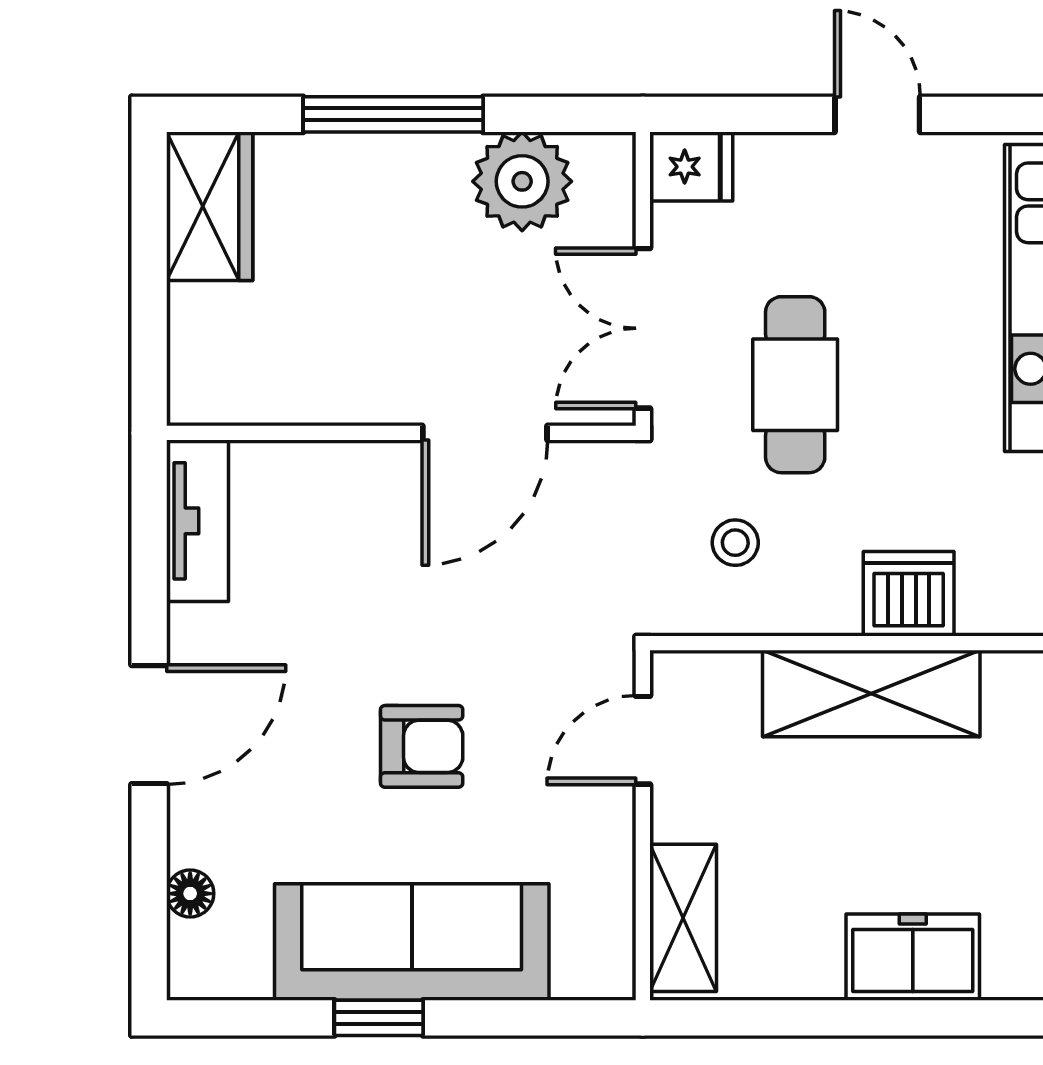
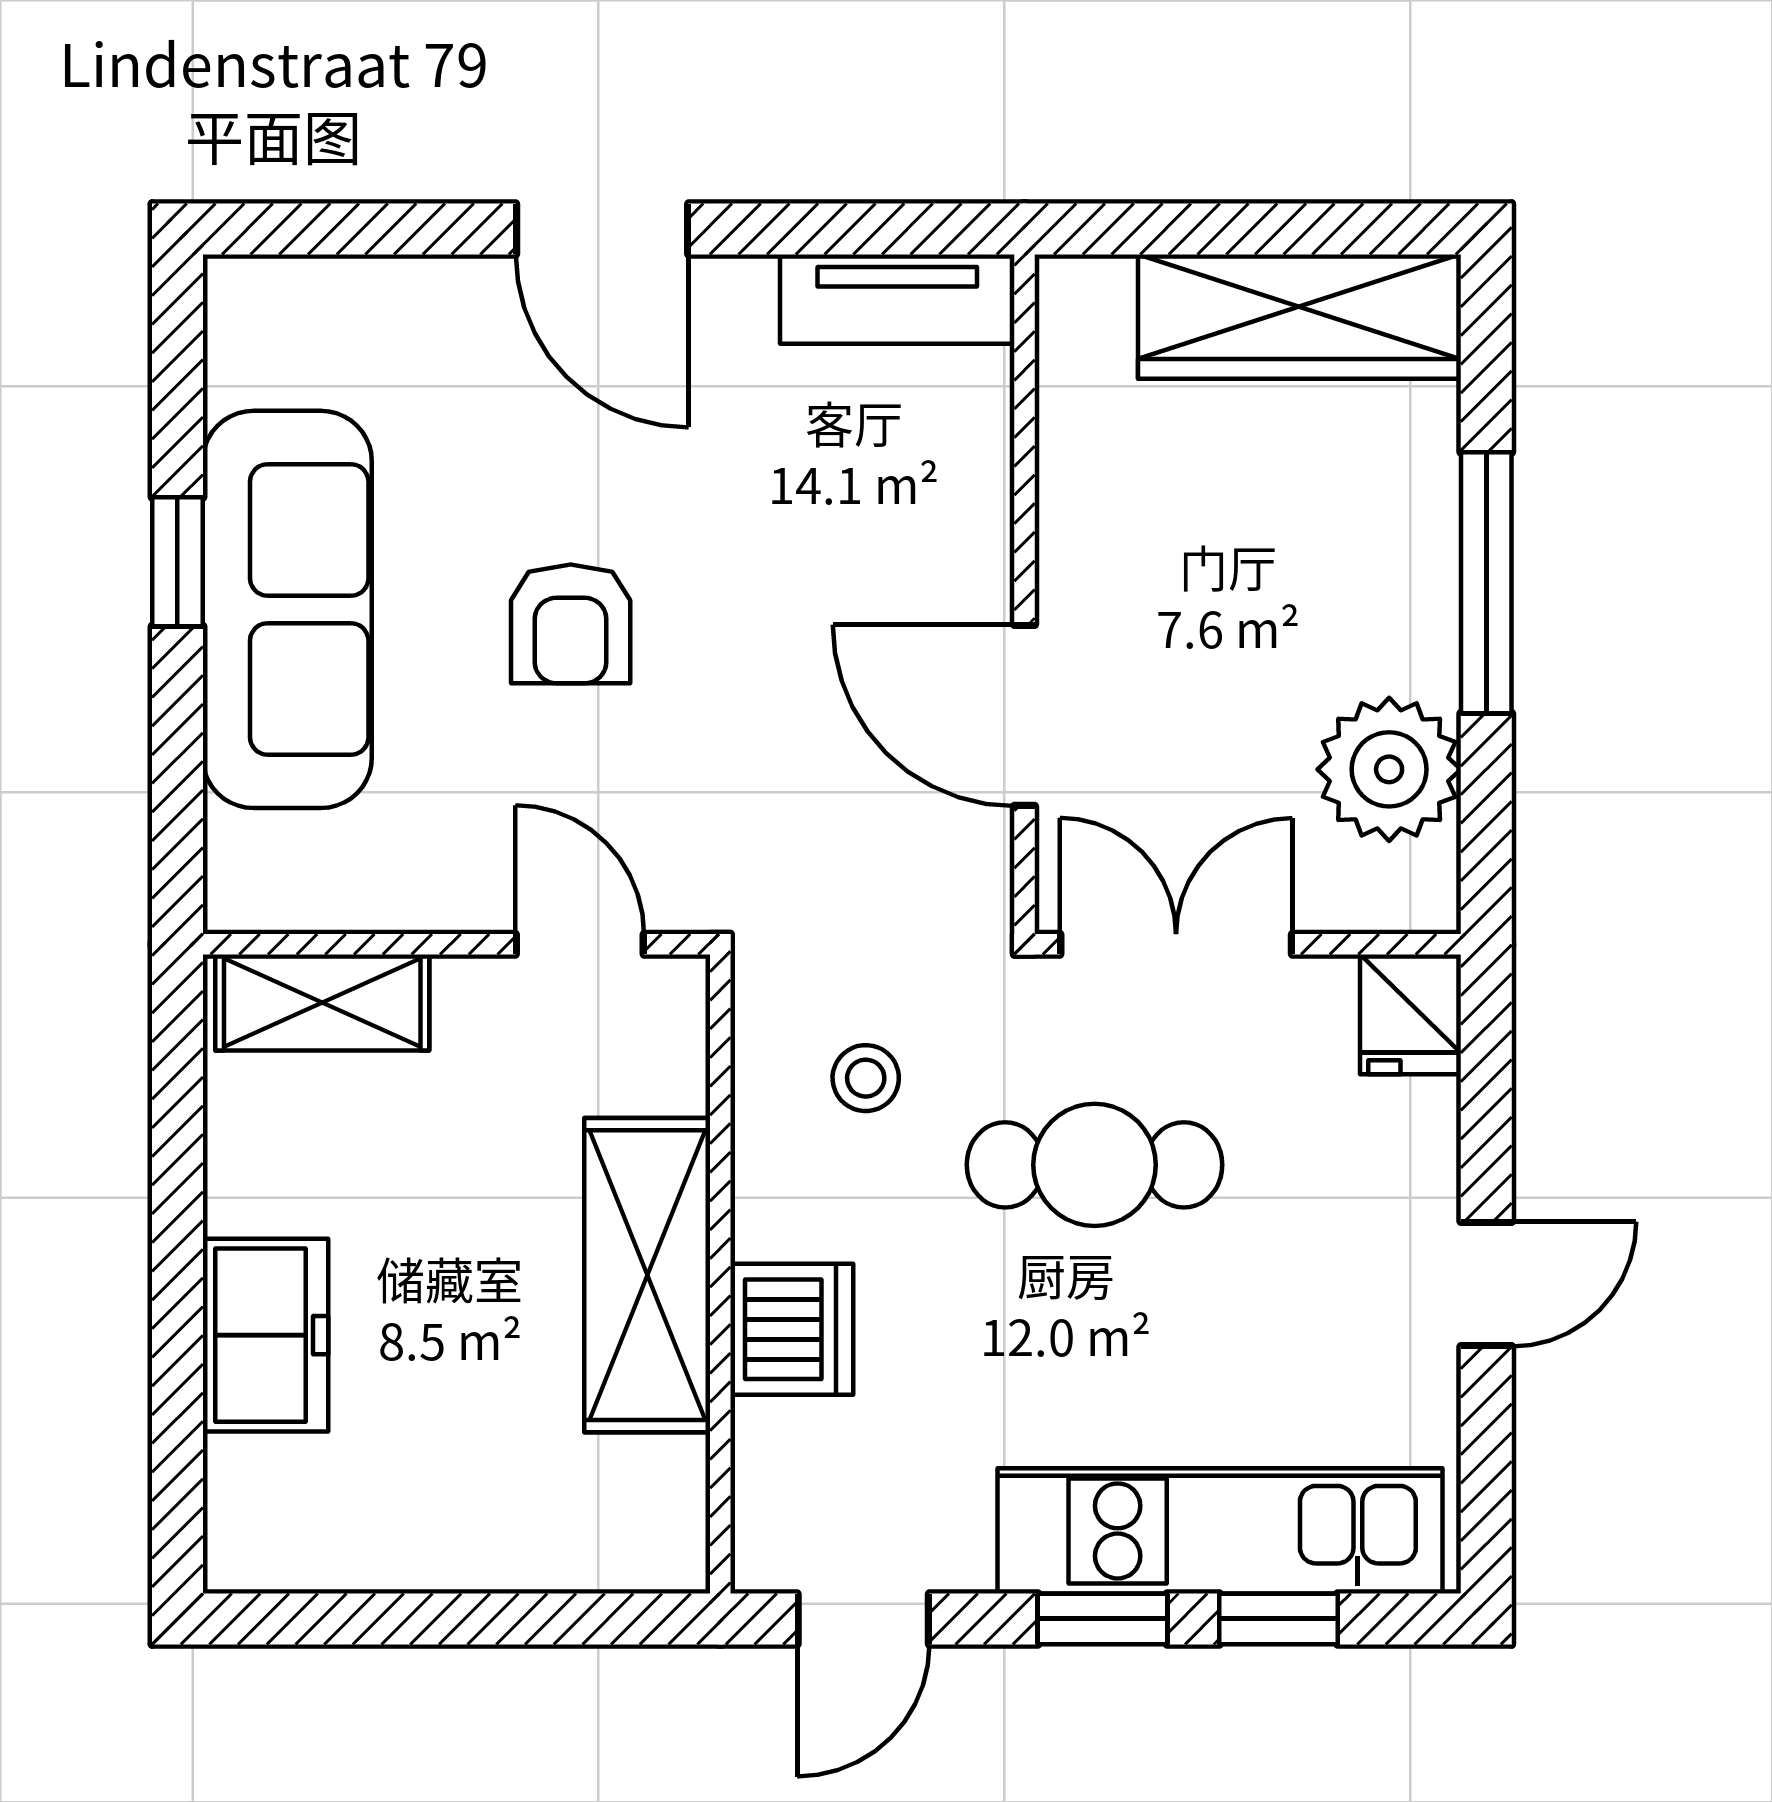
wardrobe: (210, 206) -> (1299, 317), width x1.50
floor lamp: (190, 894) -> (357, 289), removed

